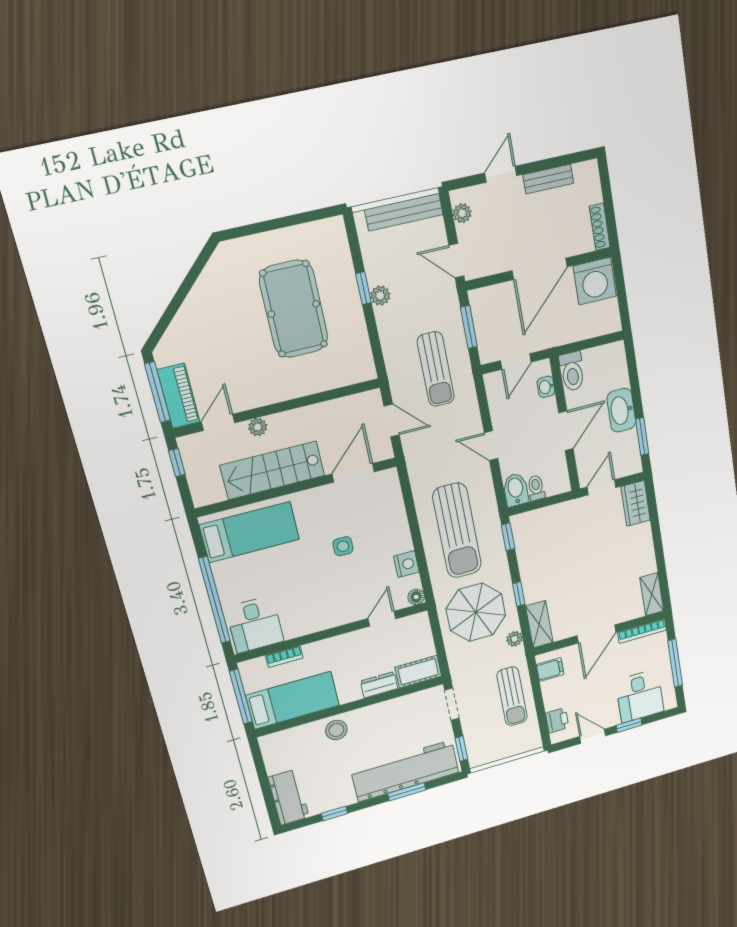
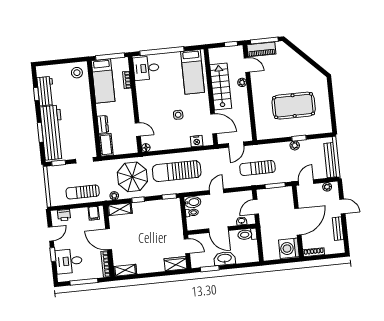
door: (540, 269) -> (298, 222), swing flipped
door: (516, 361) -> (256, 207), hinge flipped
nightstand: (406, 564) -> (197, 141), moved
stool: (336, 730) -> (77, 73), moved
workbench: (289, 797) -> (46, 91), moved, turned -90

